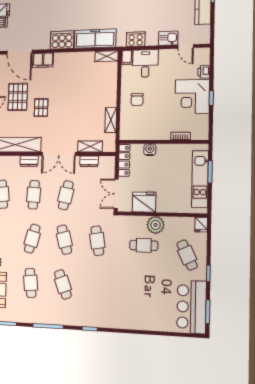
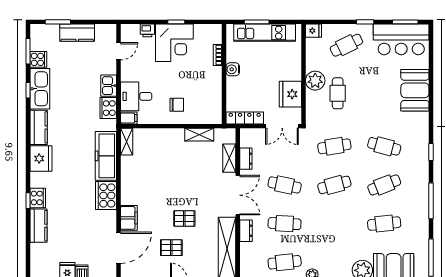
kitchen sink: (168, 38) -> (109, 86), moved
pallet: (18, 97) -> (171, 248), width x0.67, depth x0.71
water cooler: (150, 150) -> (233, 69), moved
cafe table: (32, 239) -> (384, 146), moved
booth: (145, 317) -> (415, 90), added

